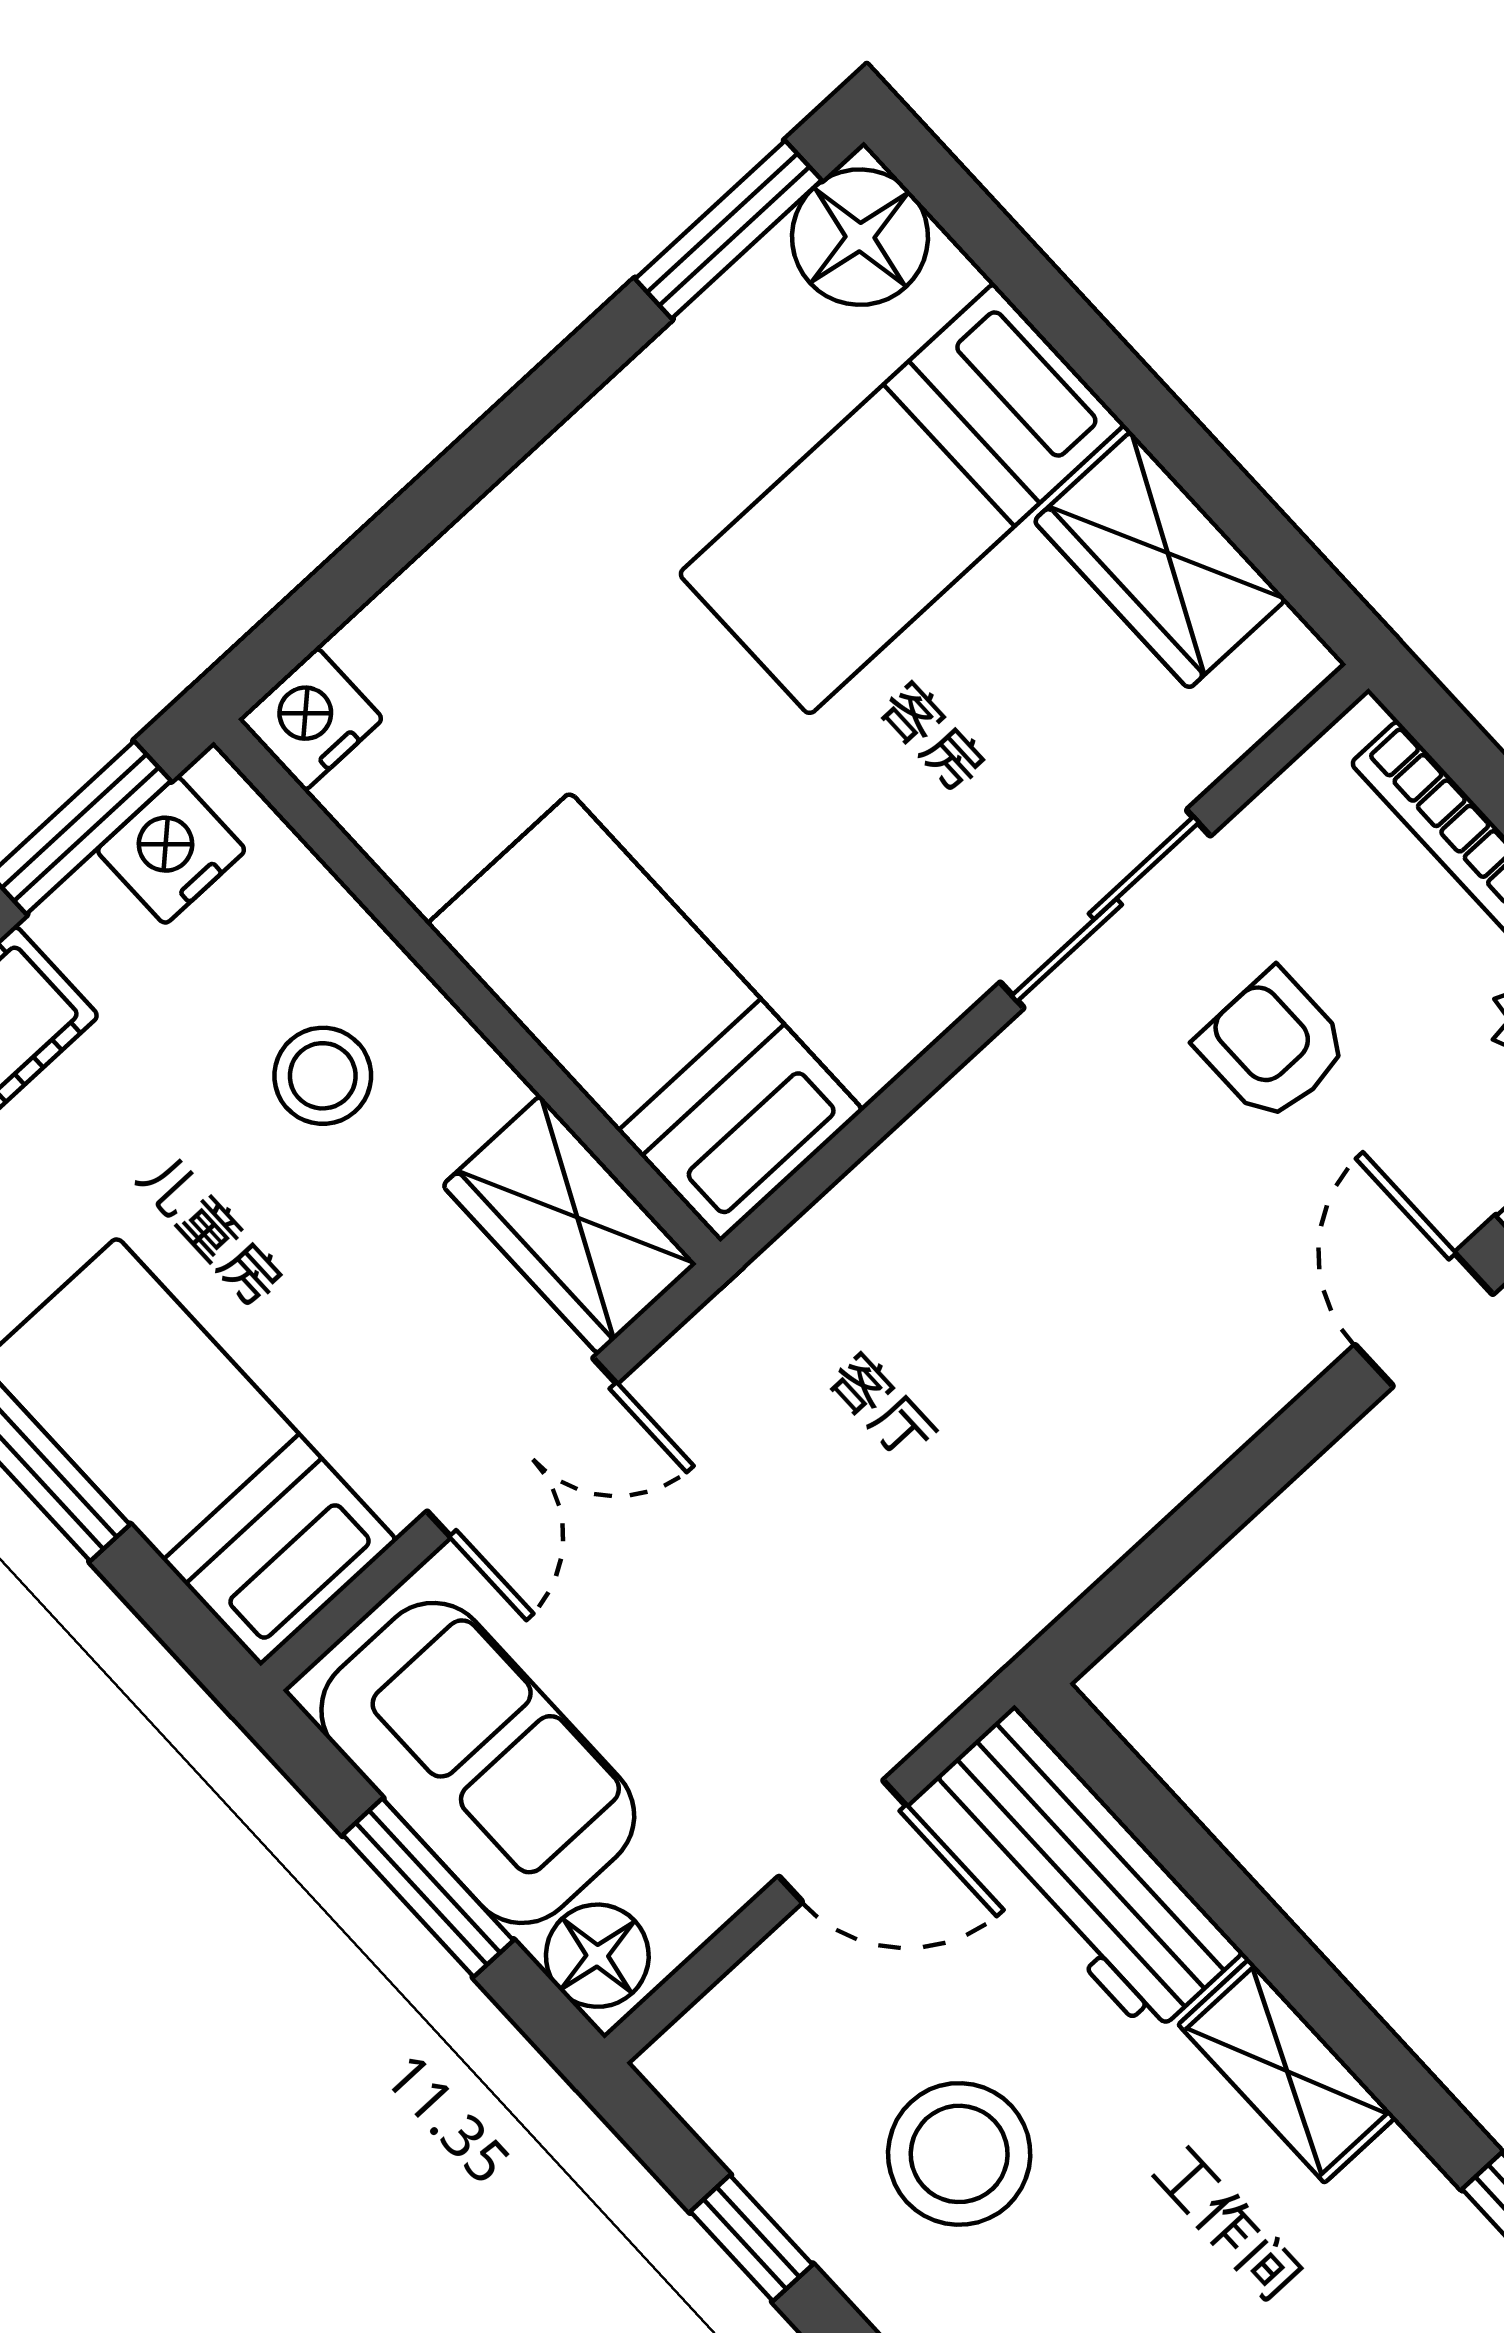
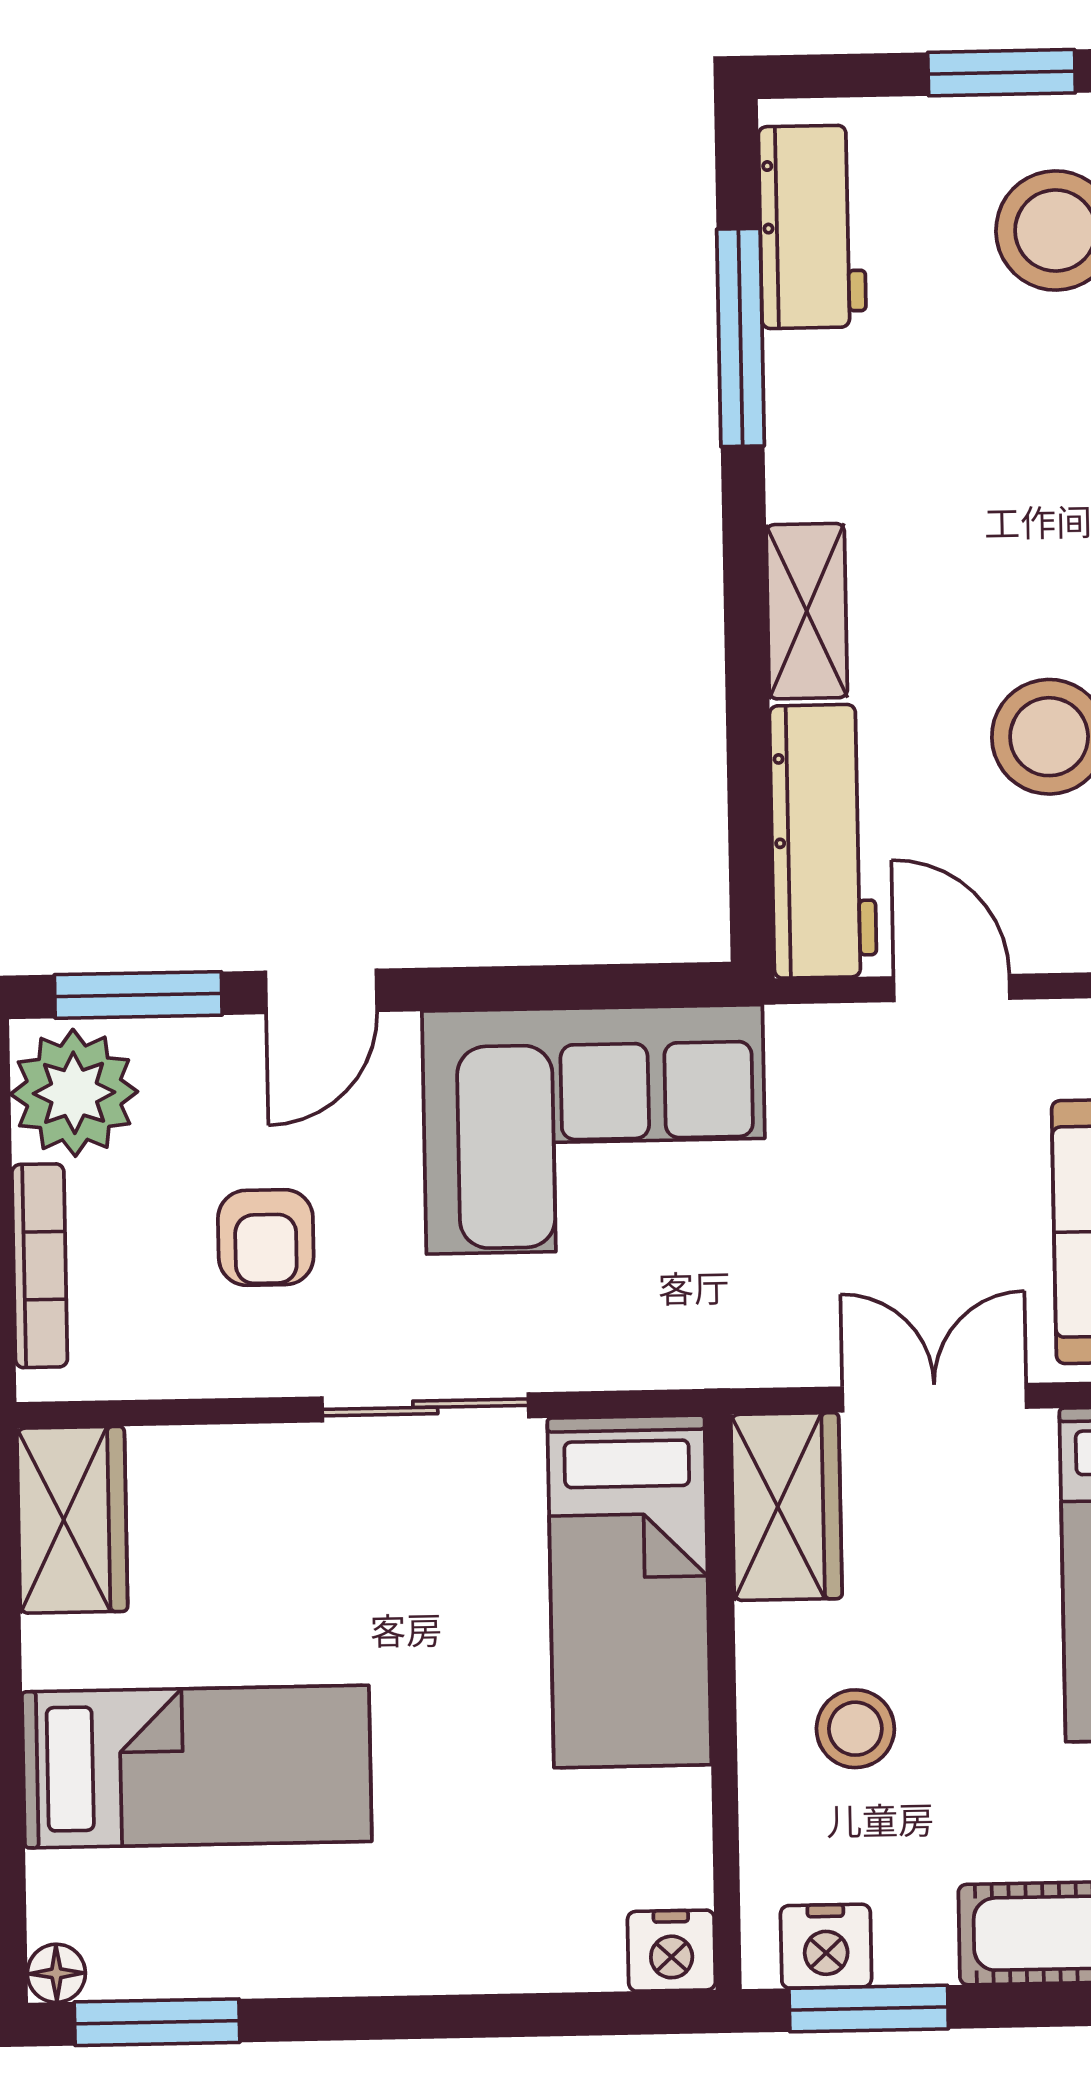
floor lamp: (860, 237) -> (56, 1973), width x0.53, depth x0.53
wardrobe: (1160, 560) -> (72, 1520), moved
sliding door: (1105, 909) -> (425, 1407), moved
corner sofa: (1057, 1416) -> (594, 1129), added

